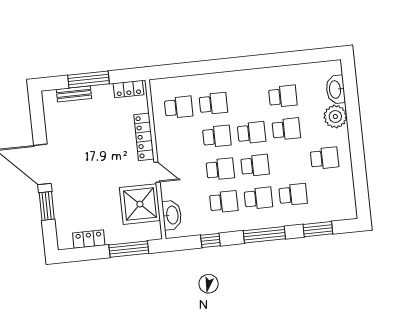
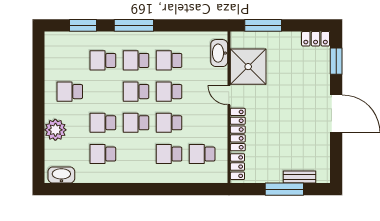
locker: (128, 89) -> (237, 167), moved, turned 90
washbasin: (336, 89) -> (61, 175), moved, turned -90
window: (47, 206) -> (336, 61), moved
locker: (89, 239) -> (316, 39), moved
window: (210, 240) -> (185, 25), removed

